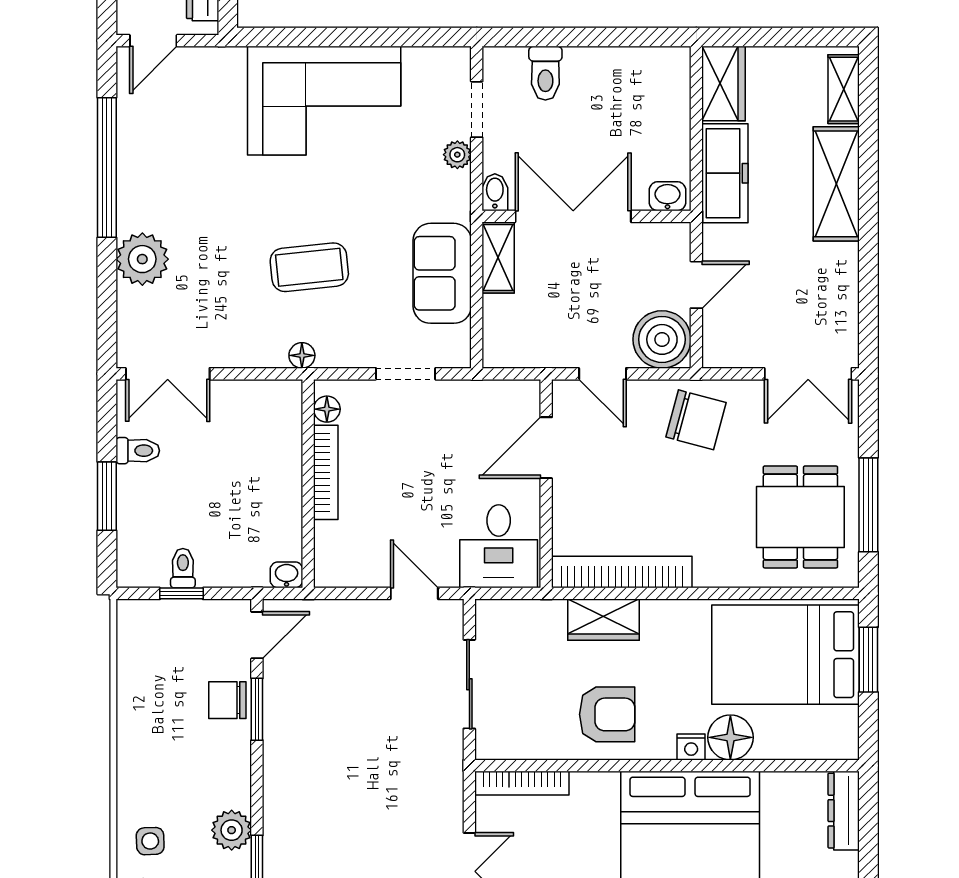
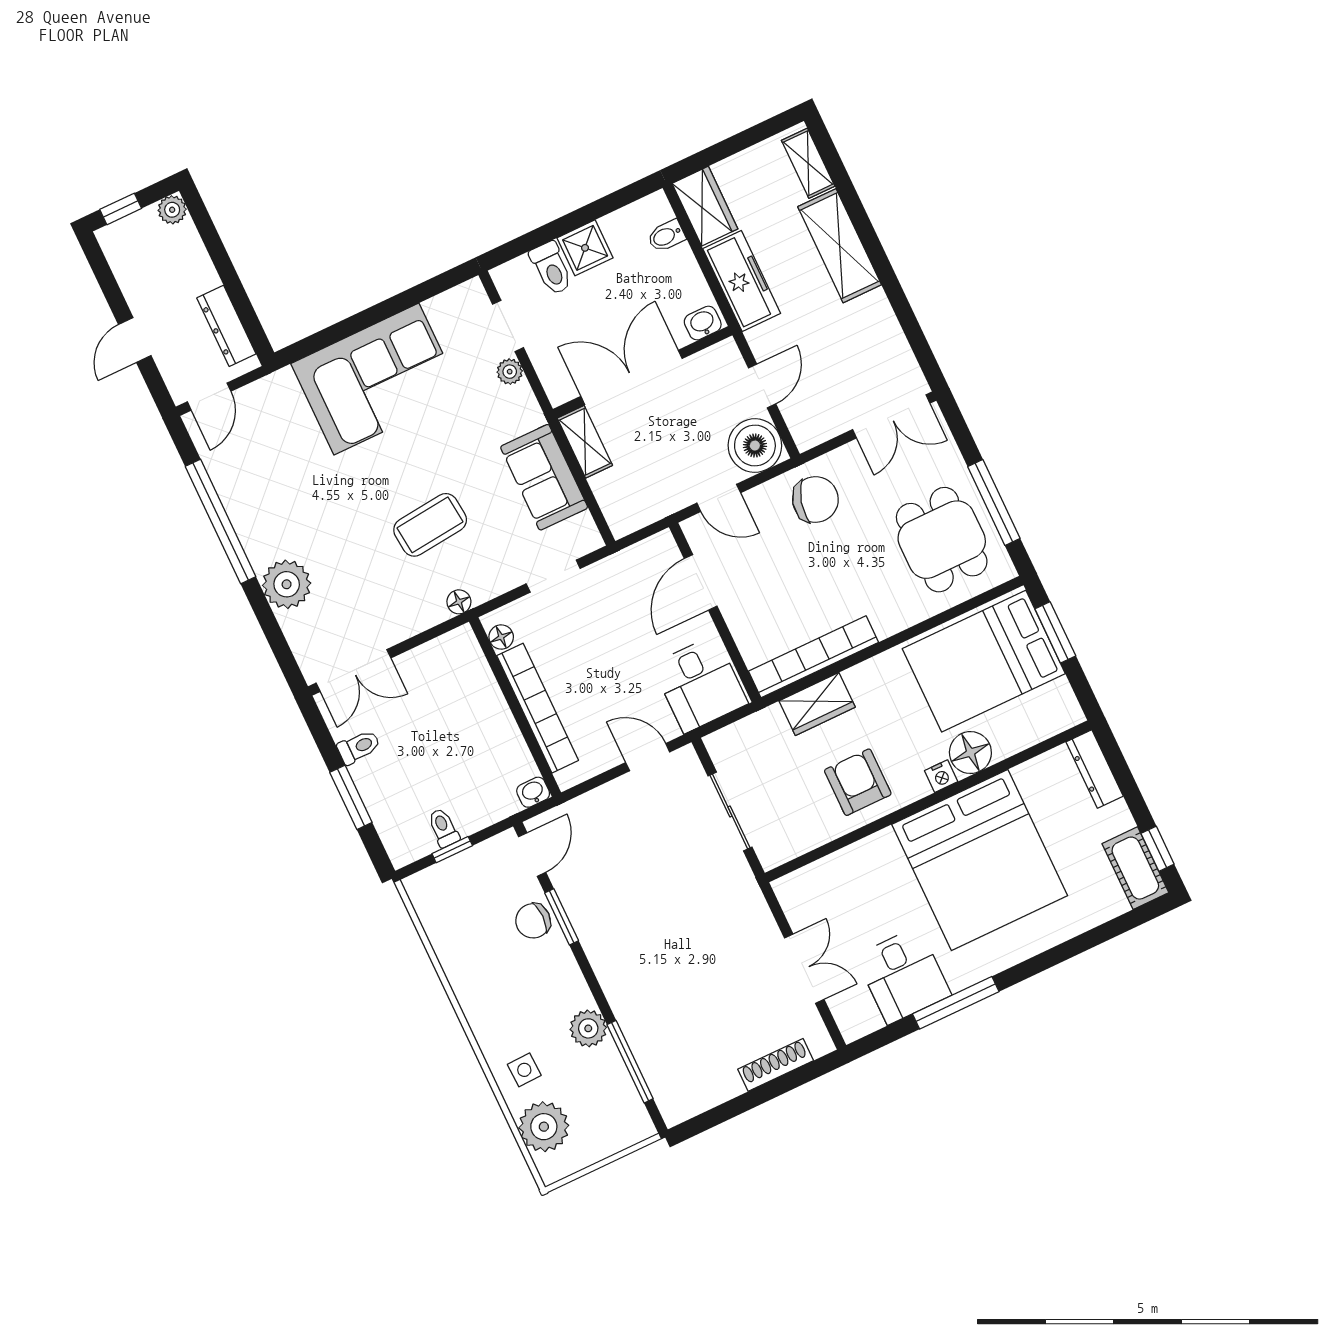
shower: (588, 69) -> (585, 248), added
bidet: (495, 192) -> (666, 236), moved, turned -90
bookcase: (326, 472) -> (538, 708), width x1.48, depth x1.31
armchair: (607, 714) -> (858, 782), turned -90
bookcase: (522, 783) -> (813, 874), removed

